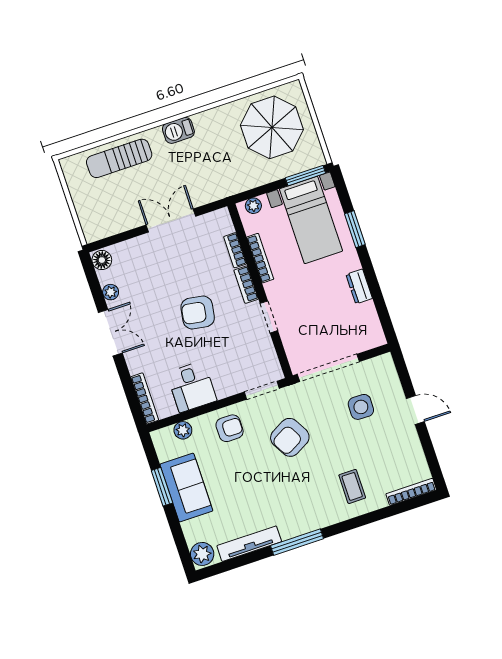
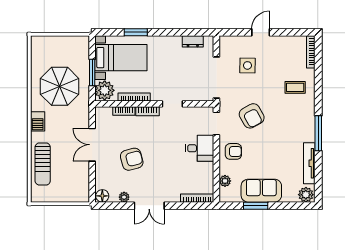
parasol: (272, 127) -> (60, 86), moved
window: (305, 176) -> (92, 73), moved
plant: (253, 206) -> (105, 90), width x1.87, depth x1.87
dresser: (359, 286) -> (193, 41), moved
armchair: (198, 312) -> (132, 159), moved, turned -114
double door: (110, 333) -> (149, 206), swing flipped
desk: (192, 387) -> (200, 148), moved
armchair: (230, 428) -> (233, 151), turned 90

